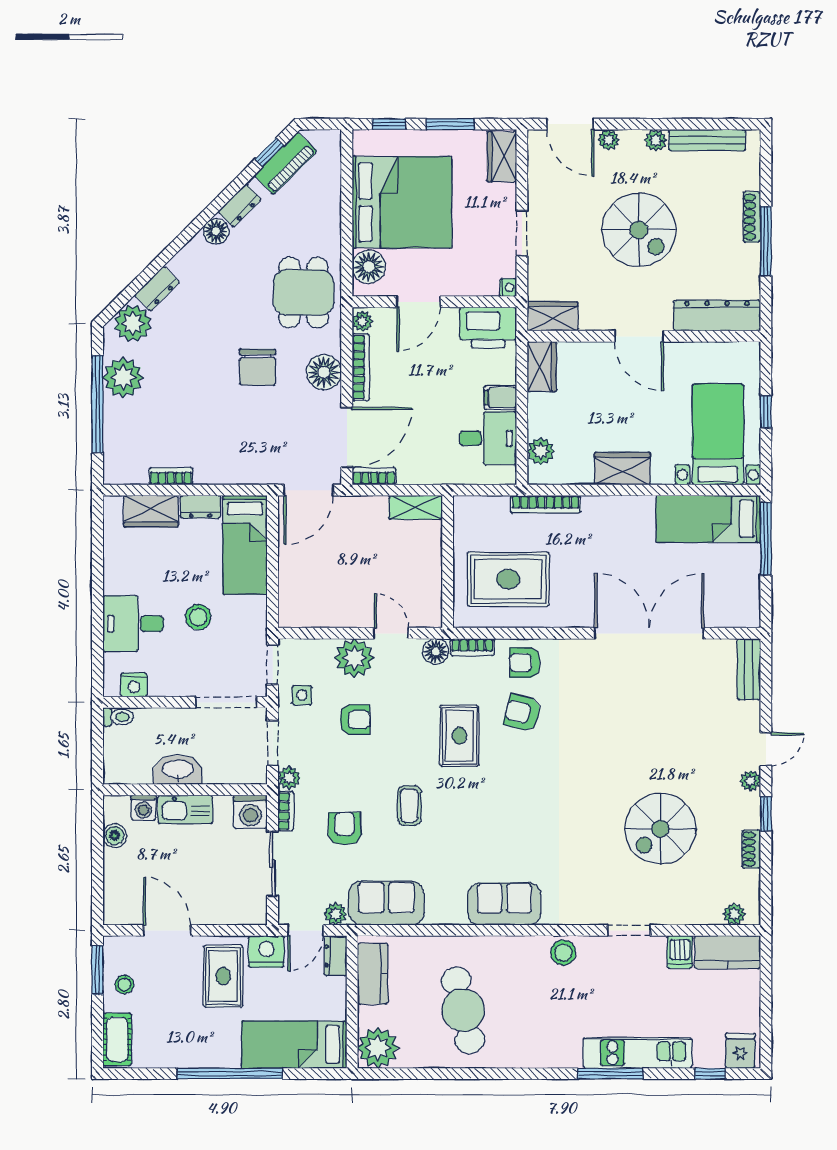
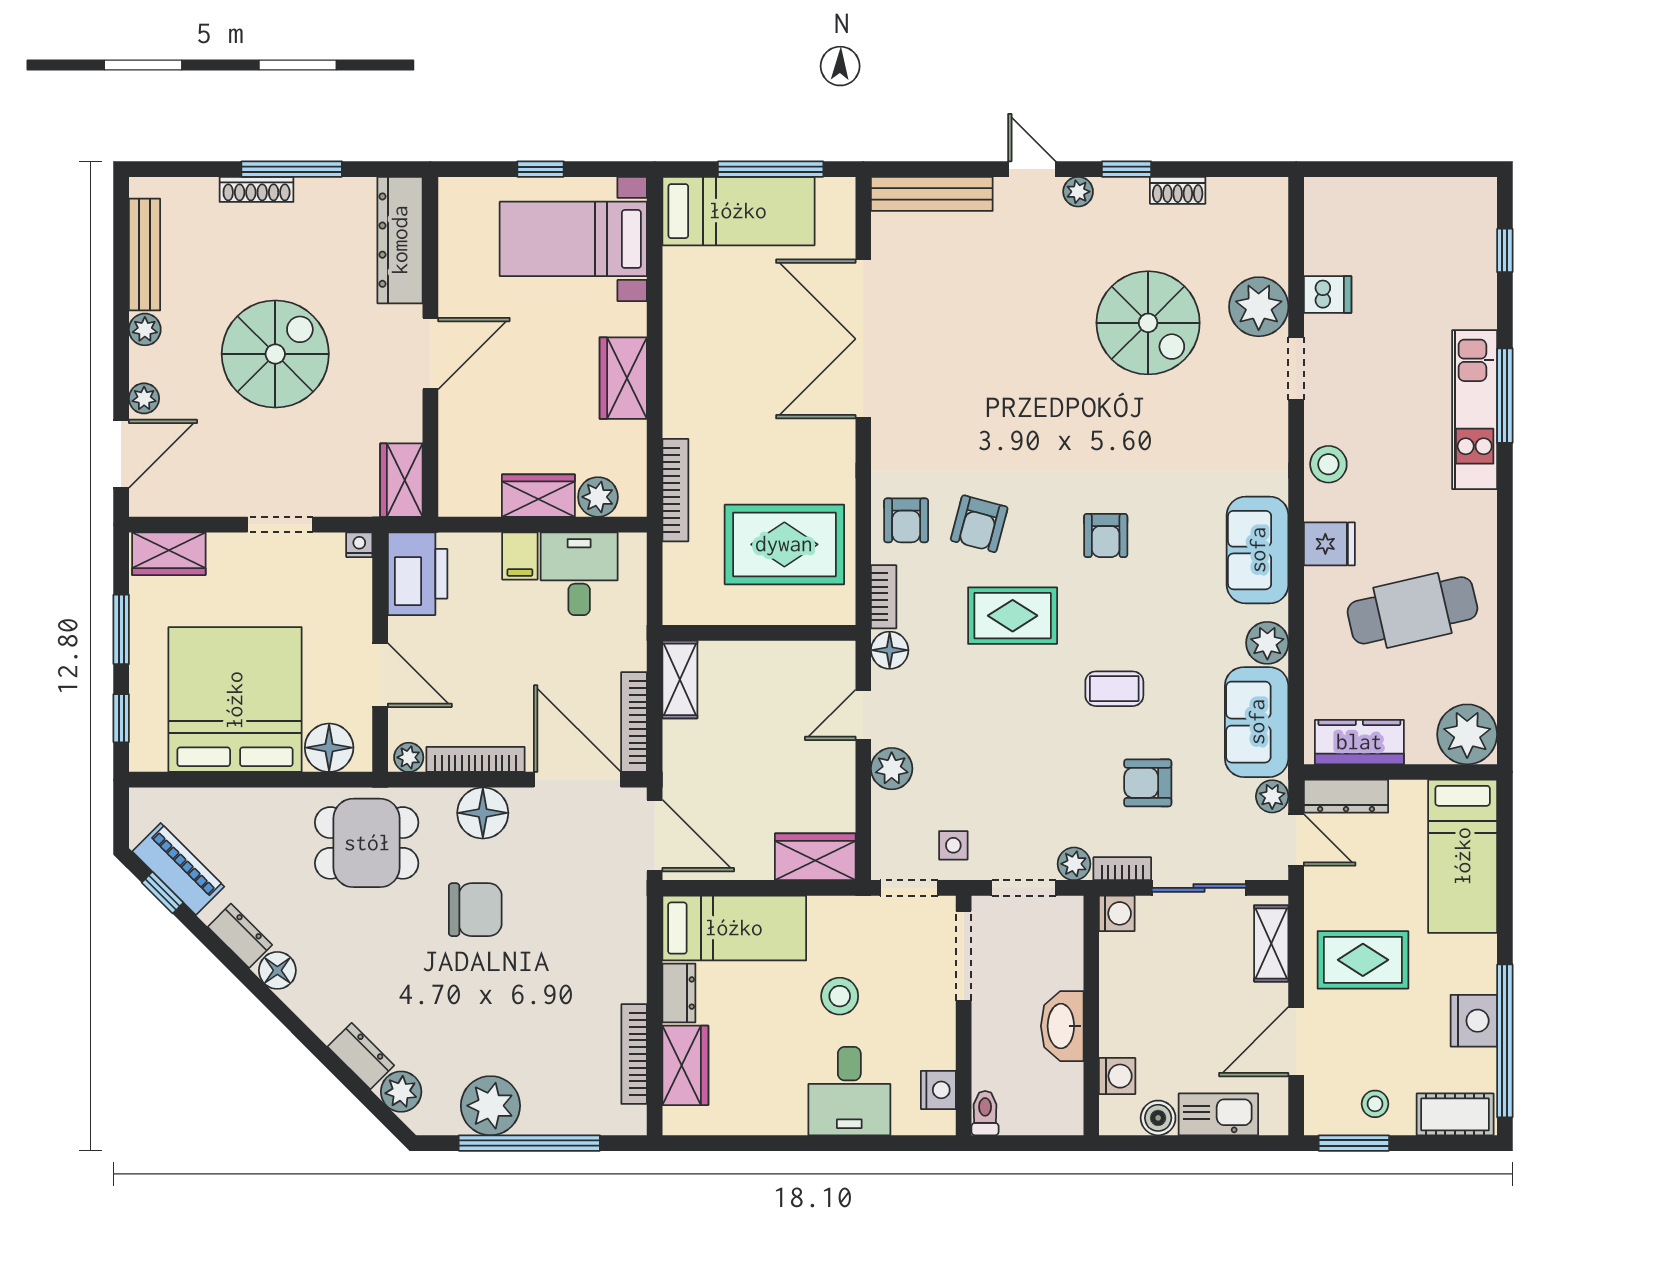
plant: (133, 323) -> (401, 1092), width x0.73, depth x0.73
wardrobe: (542, 367) -> (538, 496), moved
bookcase: (171, 476) -> (634, 1054), width x1.56
bookcase: (374, 476) -> (634, 722), width x1.56
bed: (708, 519) -> (738, 211), moved, turned -90
window: (766, 539) -> (771, 169), moved
rug: (508, 579) -> (784, 544), turned 90
wardrobe: (294, 600) -> (815, 857), added
plant: (354, 658) -> (892, 769), width x0.73, depth x0.73
bench: (749, 669) -> (932, 194), width x1.36
armchair: (355, 720) -> (1106, 536), moved, turned 180
kitchen sink: (185, 809) -> (1218, 1114), moved, turned -90
washing machine: (250, 812) -> (1117, 913), width x0.73, depth x0.73
plant: (441, 911) -> (1267, 643), added
shelving: (234, 913) -> (1271, 943), added
plant: (734, 914) -> (1259, 307), moved, width x1.88, depth x1.88
nightstand: (266, 952) -> (1474, 1021), moved, turned 180
kitchen counter: (728, 952) -> (1328, 225), removed
dresser: (335, 956) -> (1346, 796), width x1.44
fridge: (740, 1051) -> (1329, 544), moved, turned 180
kitchen unit: (638, 1053) -> (1475, 410), moved
window: (230, 1074) -> (1505, 1041), moved

